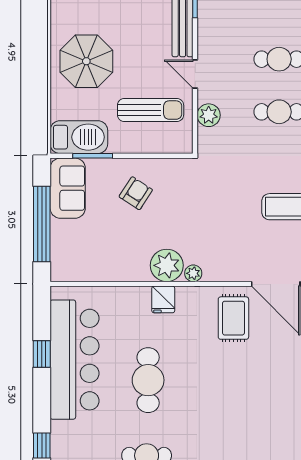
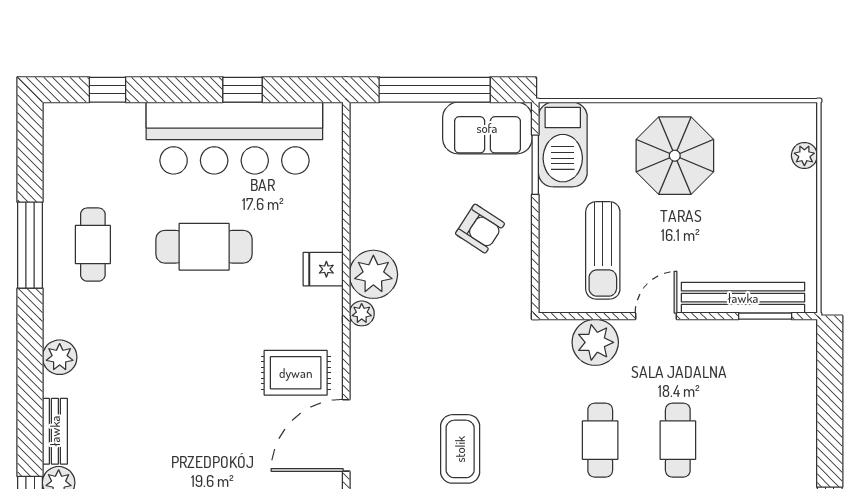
plant: (209, 115) -> (595, 342), width x1.36, depth x1.36

